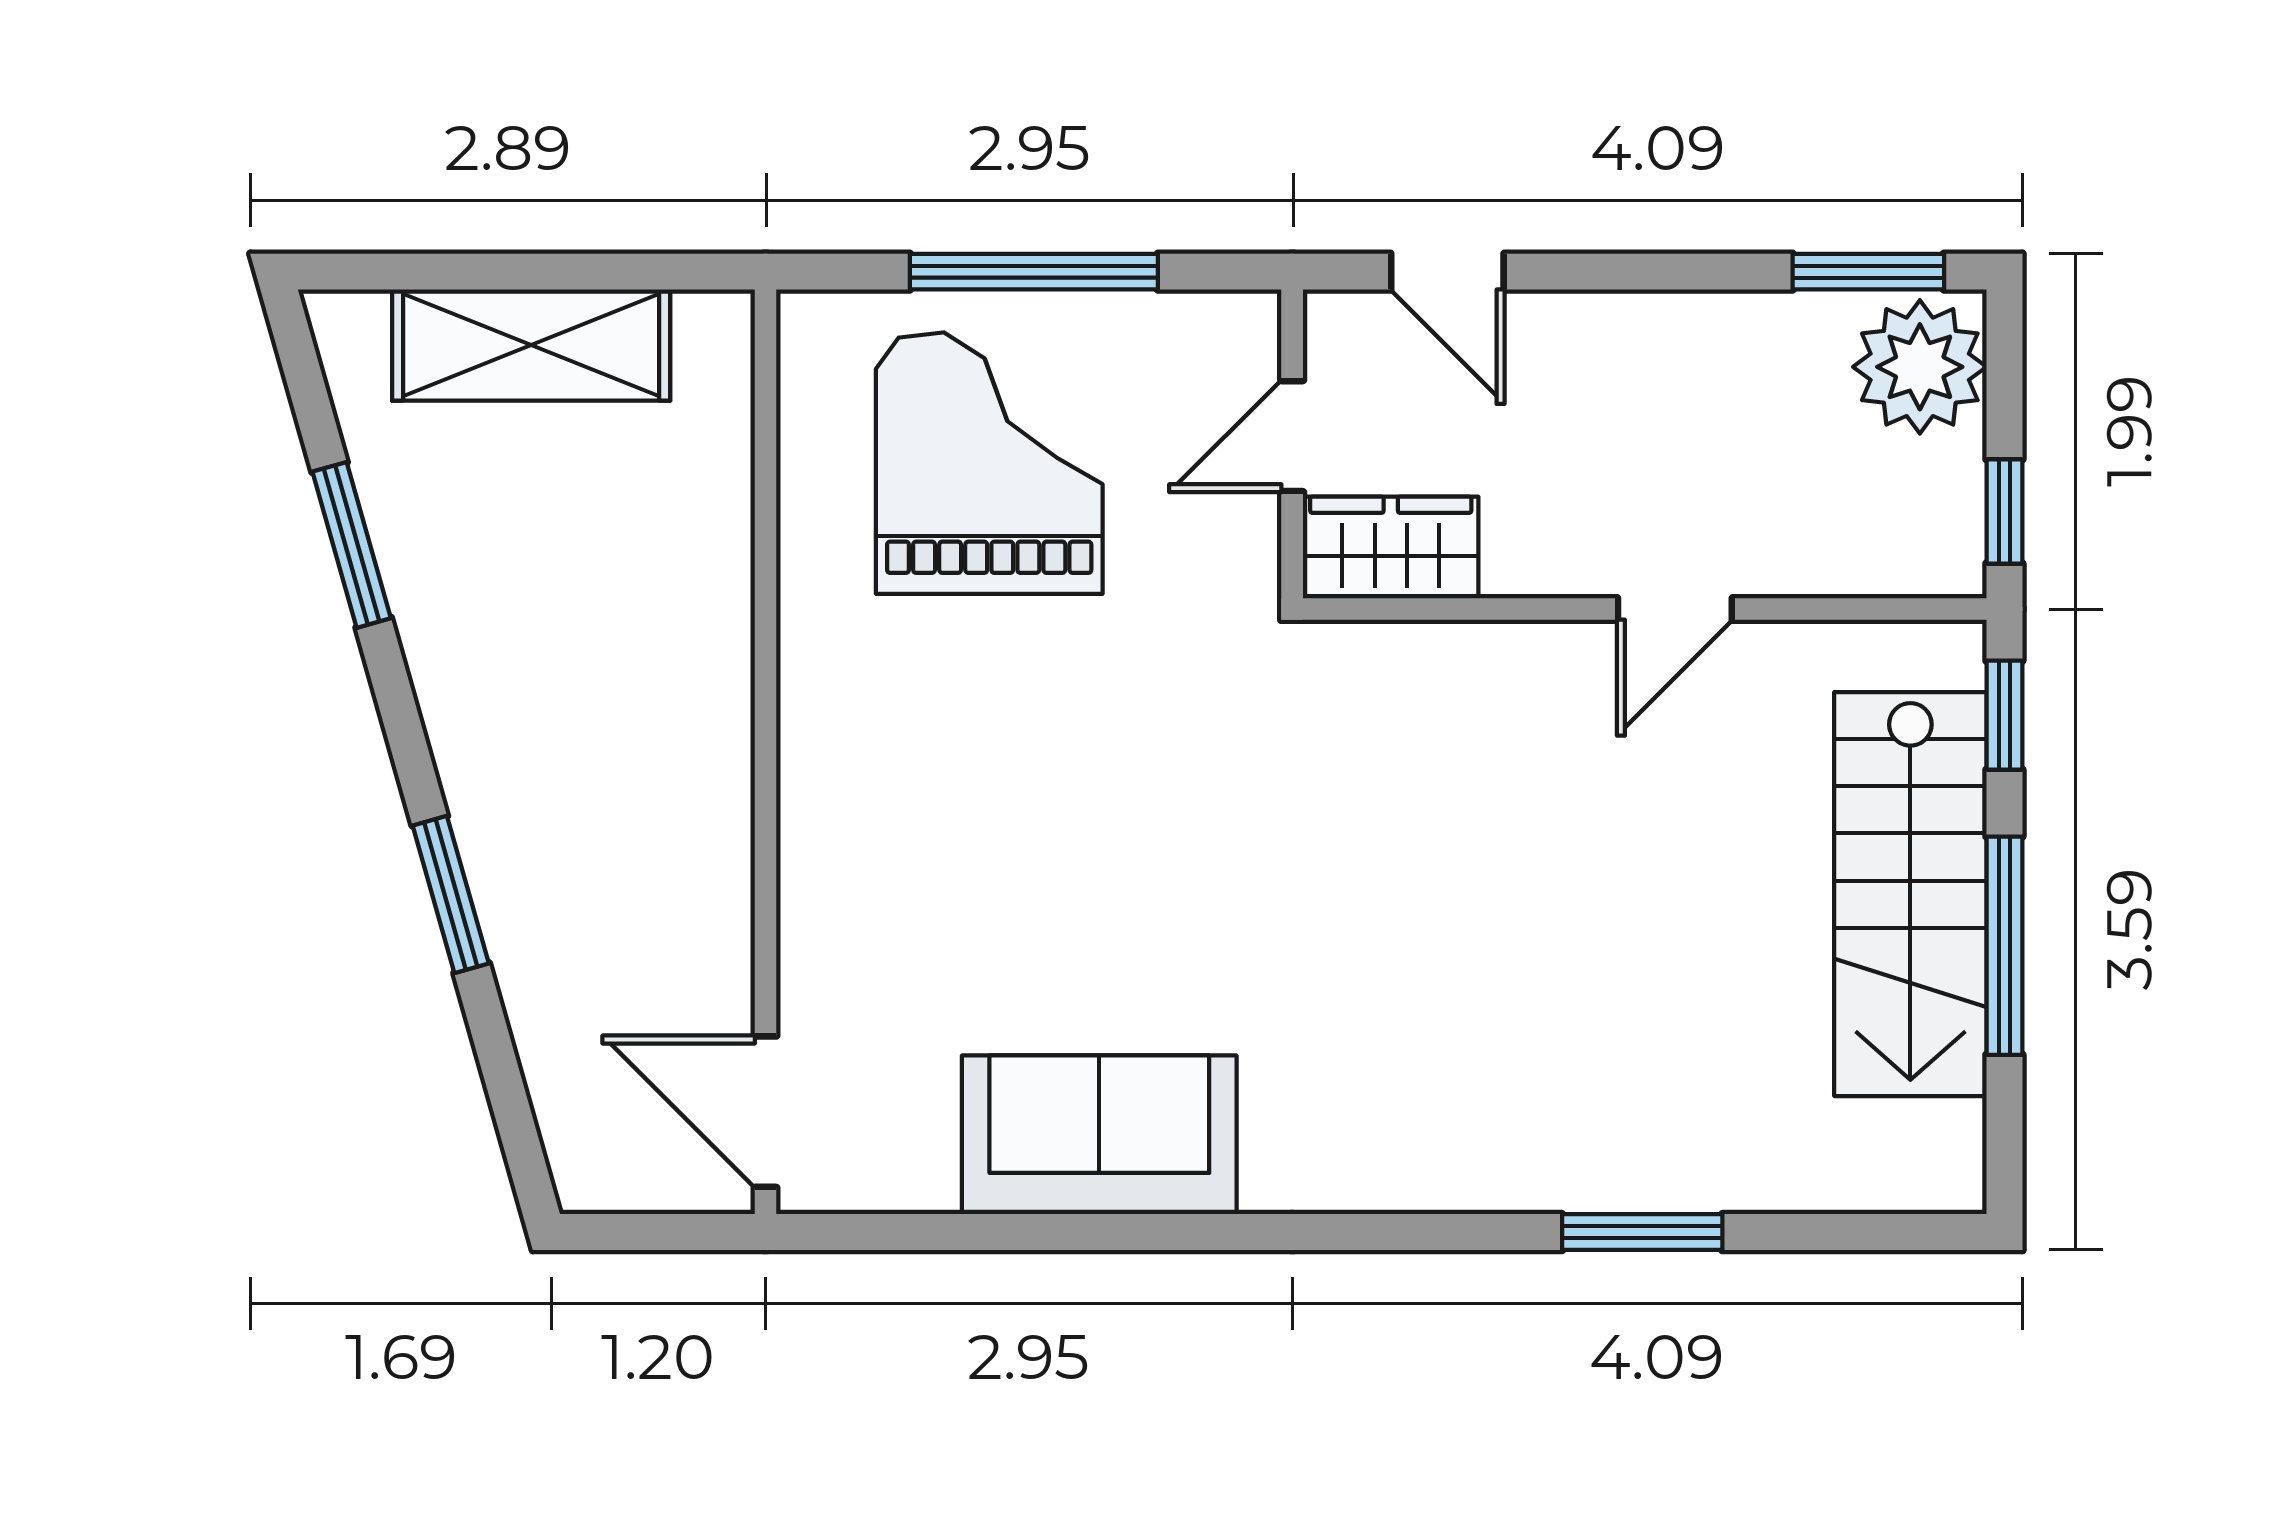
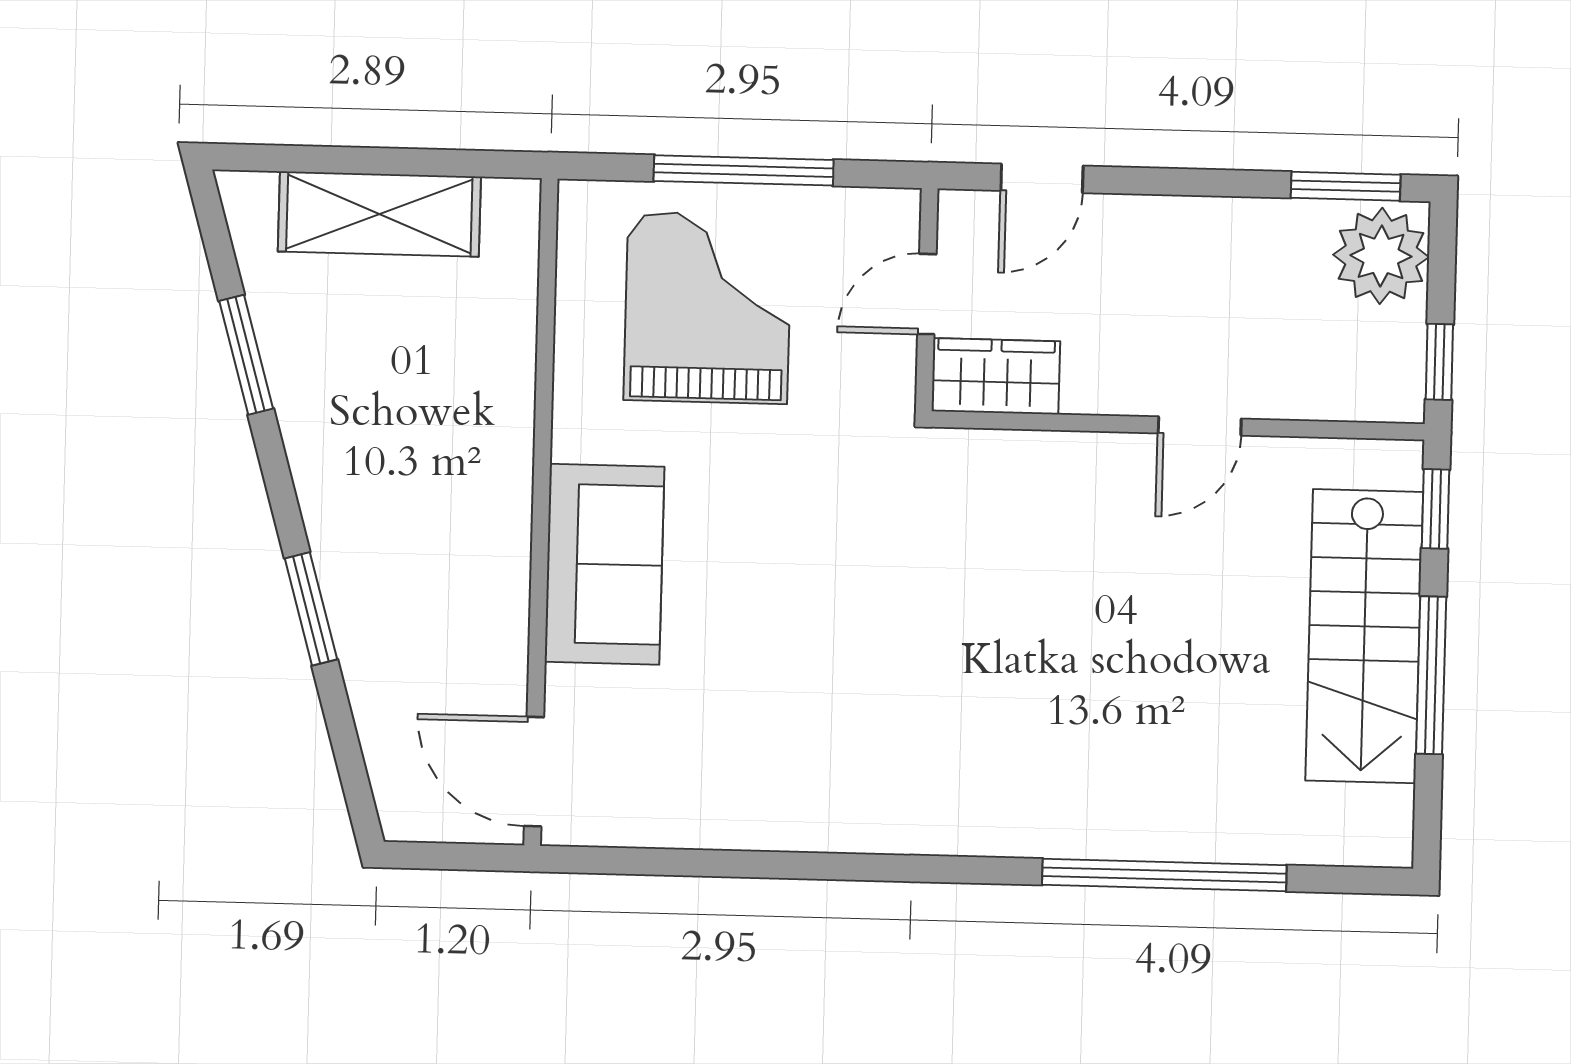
door: (1447, 272) -> (1042, 178), hinge flipped
sofa: (1099, 1135) -> (605, 564), moved, turned 90
window: (1642, 1232) -> (1164, 875), width x2.11

